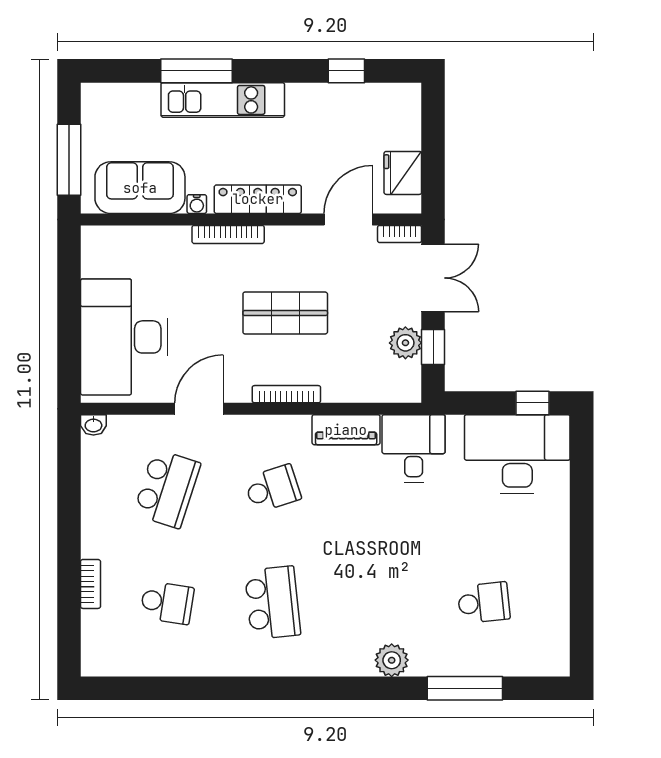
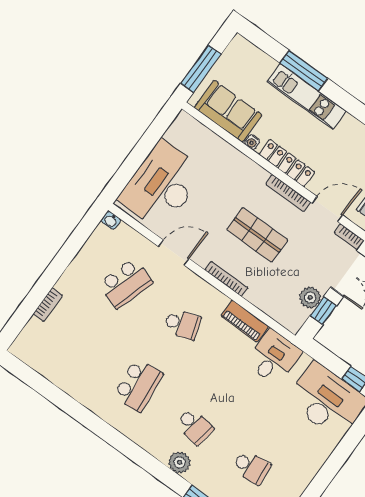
bookcase: (228, 234) -> (288, 193), moved
school desk: (167, 603) -> (195, 426), moved

